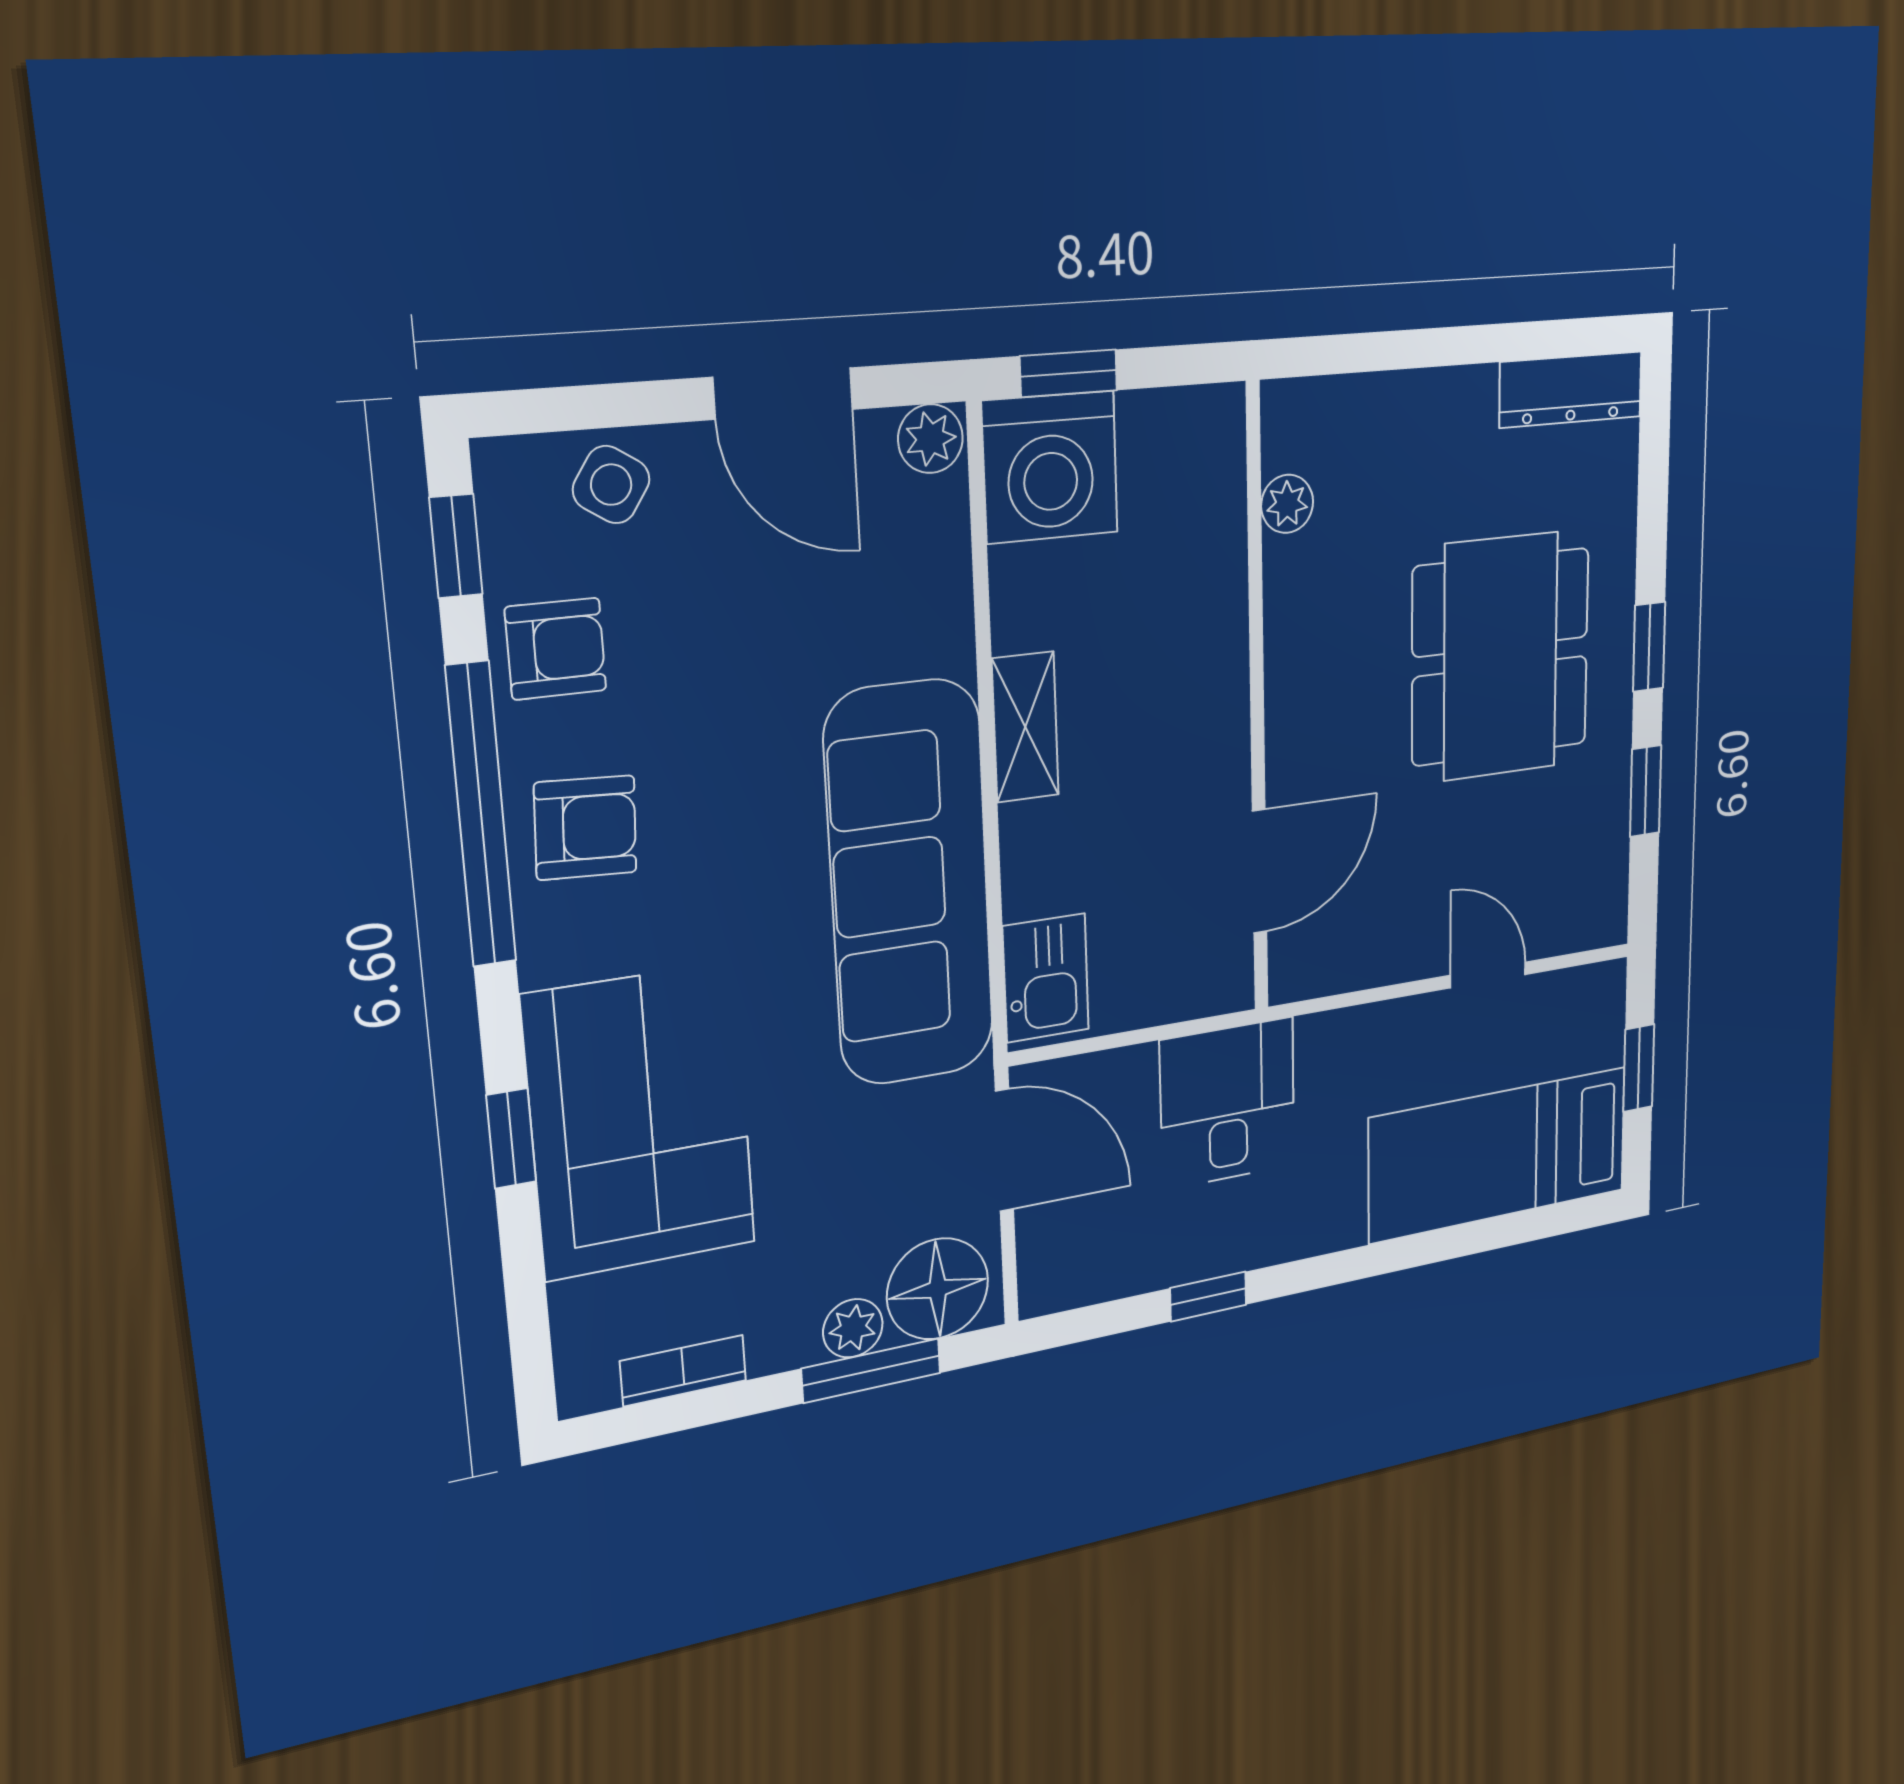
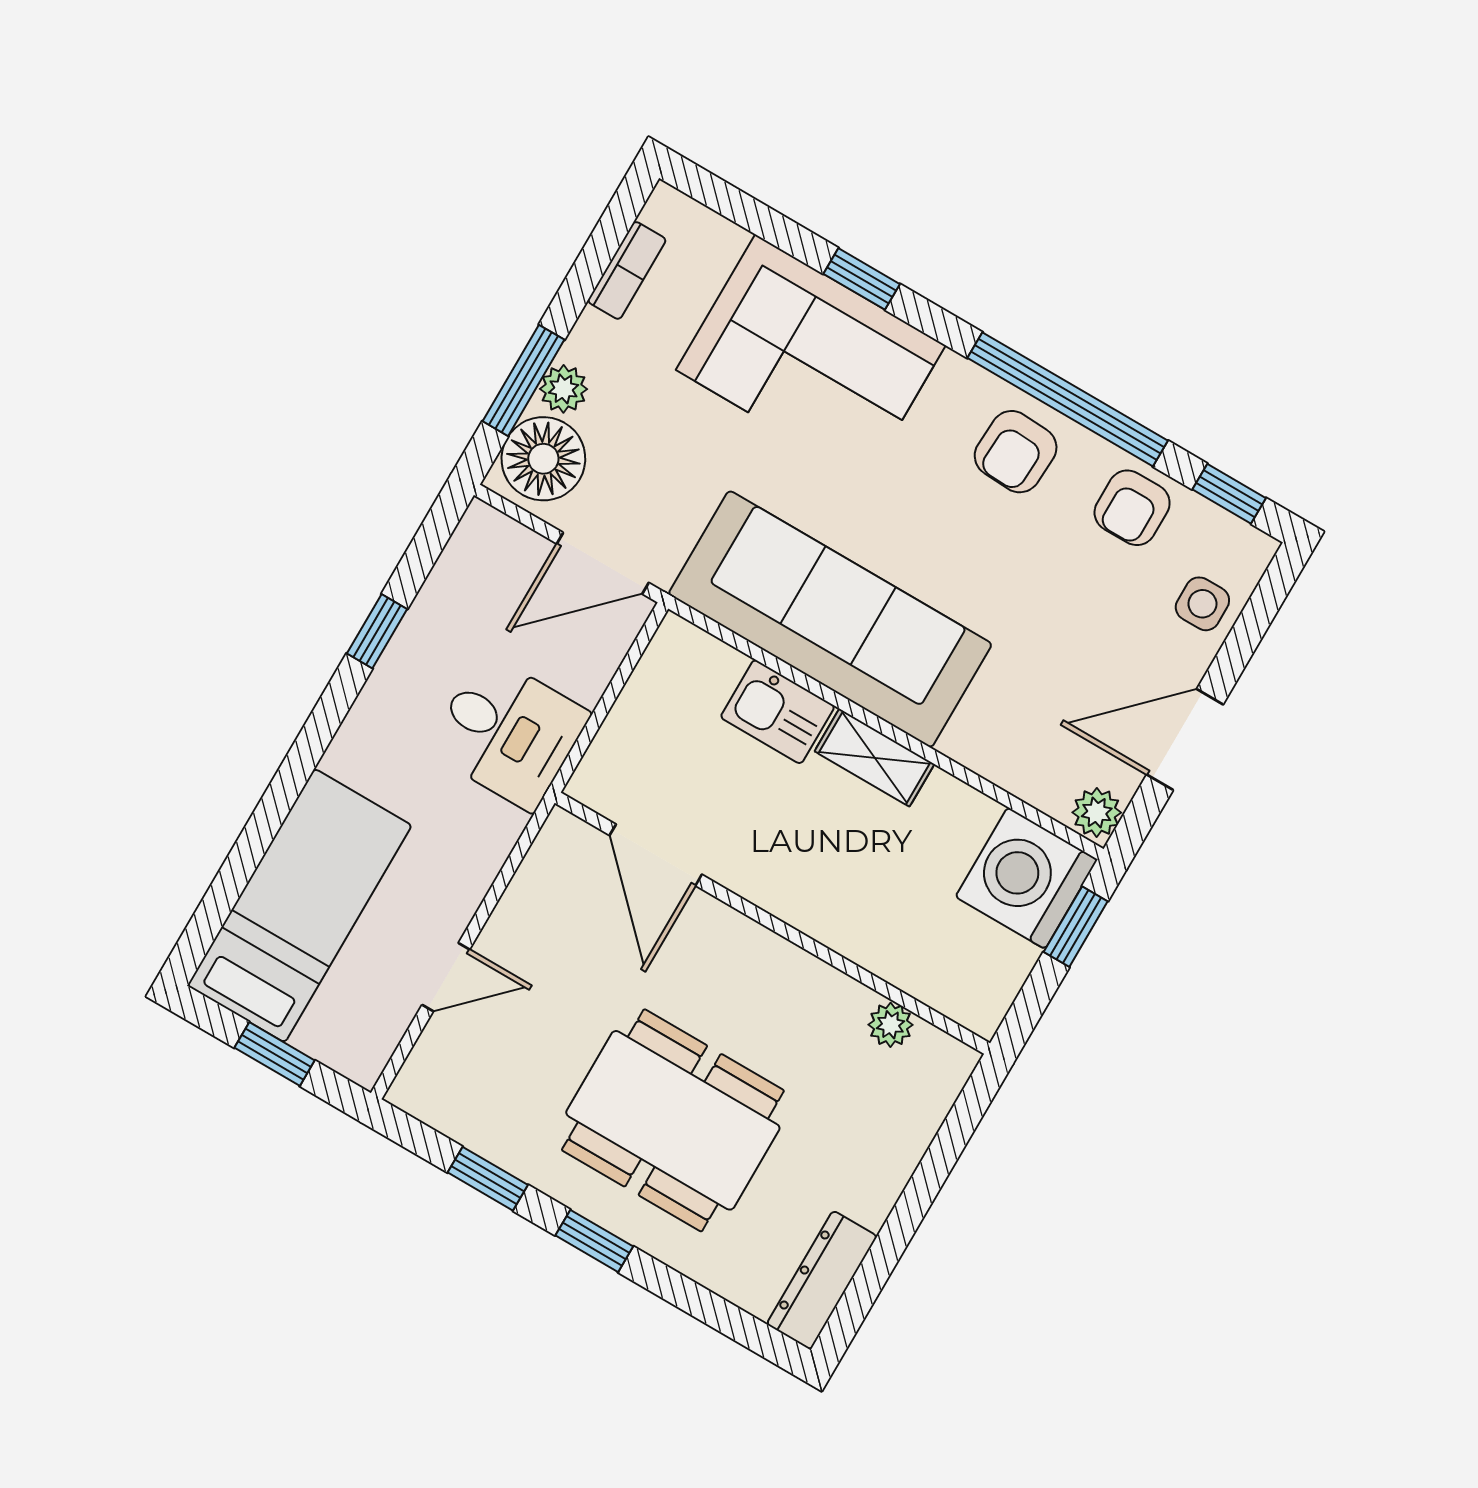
side table: (611, 485) -> (1202, 604), turned -33
kitchen sink: (1046, 978) -> (778, 712), moved

